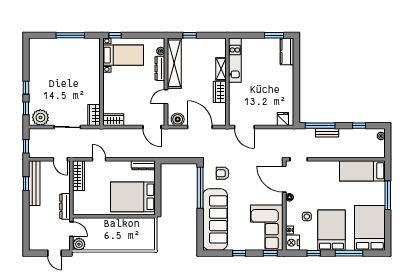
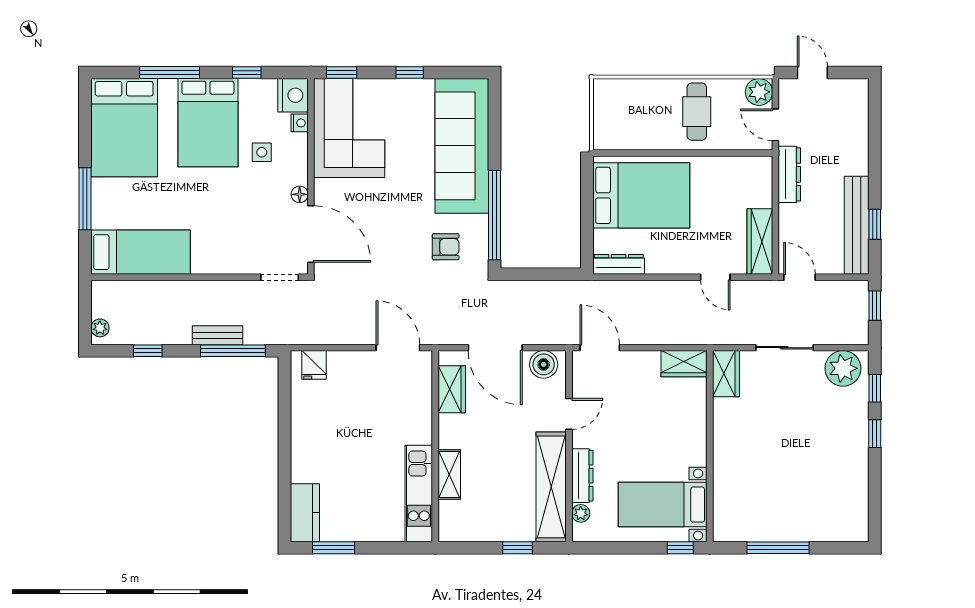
wardrobe: (220, 92) -> (452, 389), moved
cafe table: (107, 235) -> (697, 112), added

